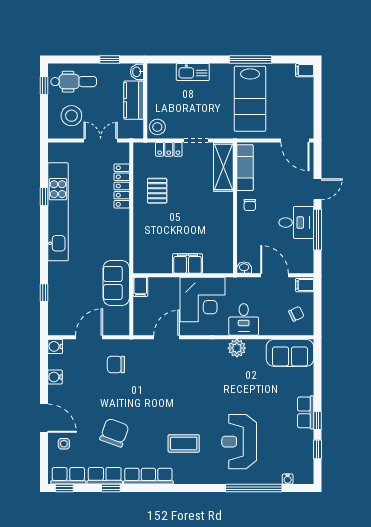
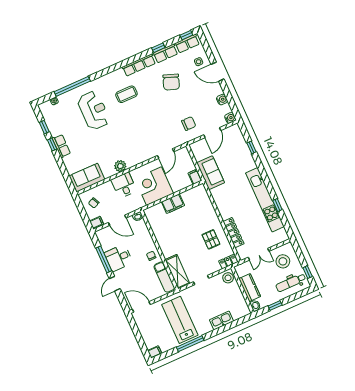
locker: (169, 149) -> (228, 261), moved

